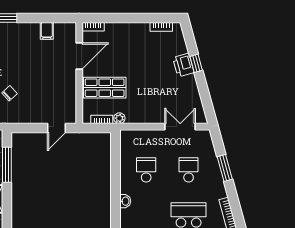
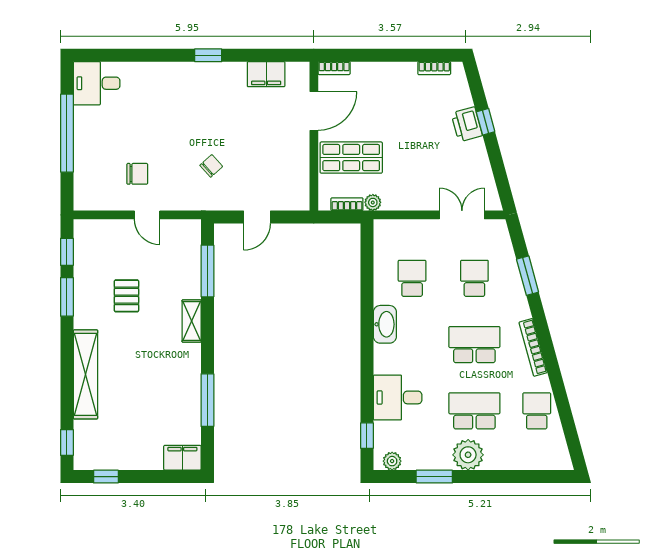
filing cabinet: (47, 31) -> (266, 74), width x2.00
door: (56, 128) -> (257, 217), moved
washbasin: (125, 201) -> (385, 324), width x1.91, depth x1.45

